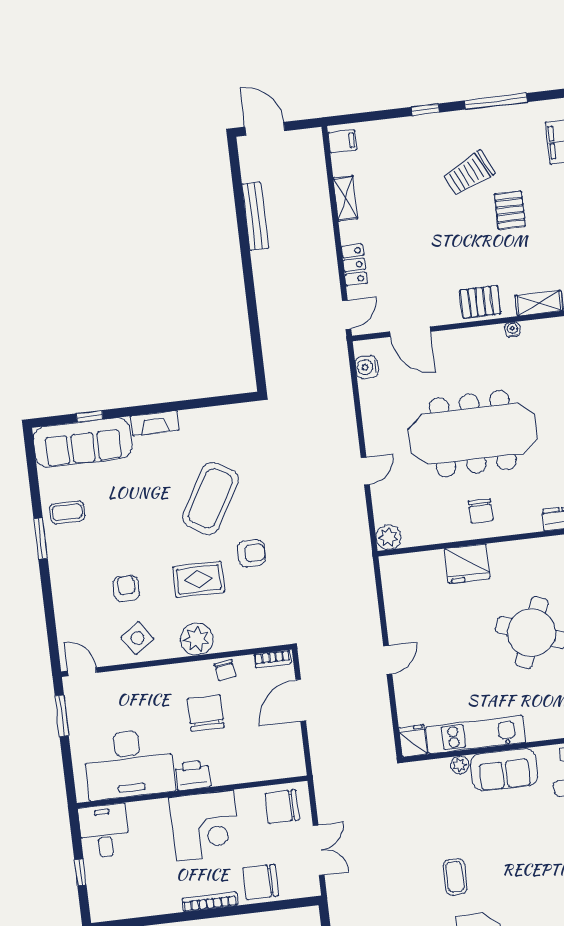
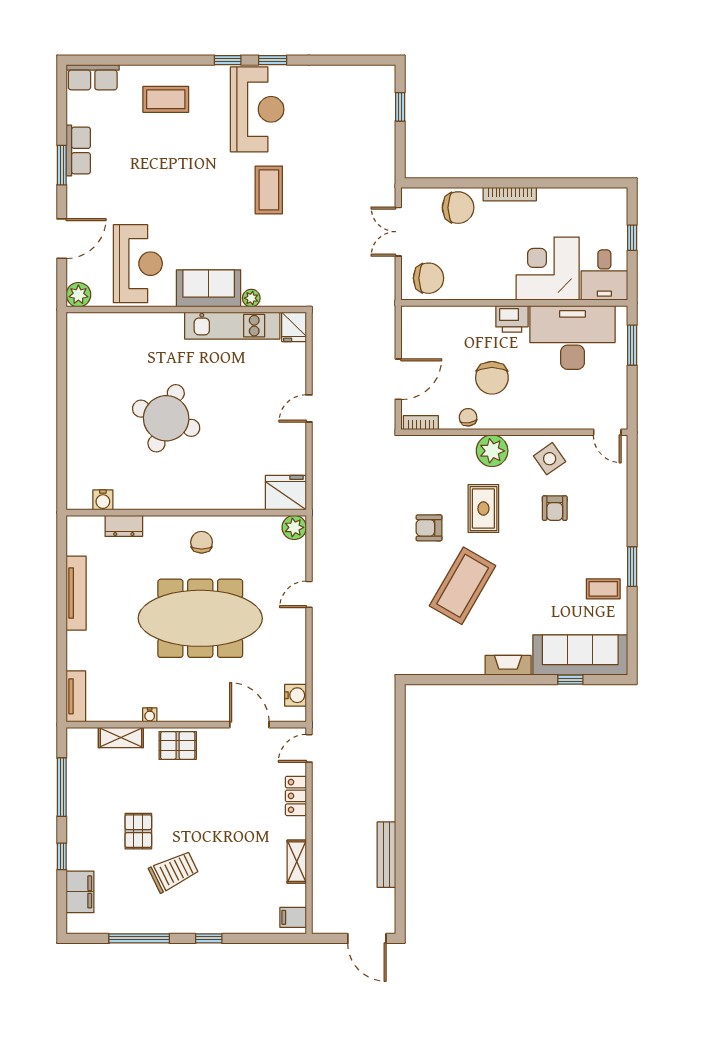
fridge: (467, 564) -> (286, 493), moved
rug: (199, 579) -> (483, 509), turned 90
window: (62, 716) -> (632, 345), moved
corner desk: (205, 826) -> (548, 269), moved
coffee table: (455, 877) -> (269, 190), width x1.36, depth x1.30

